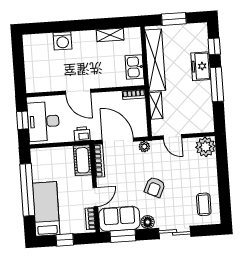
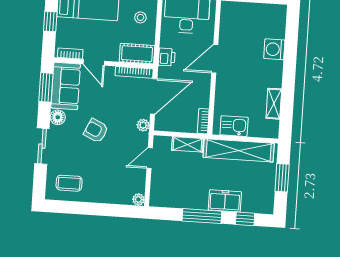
plant: (205, 147) -> (138, 199), width x0.53, depth x0.53
stool: (51, 162) -> (140, 17), added

